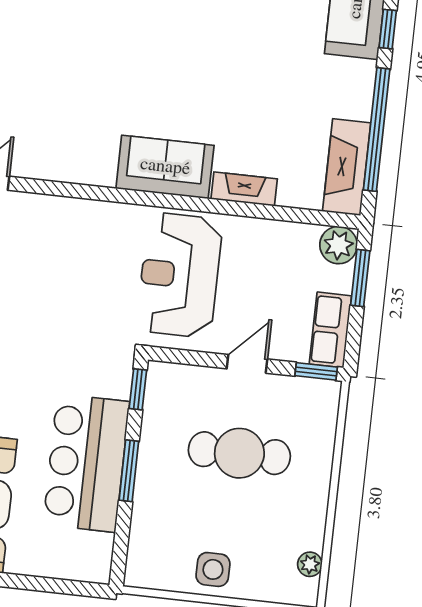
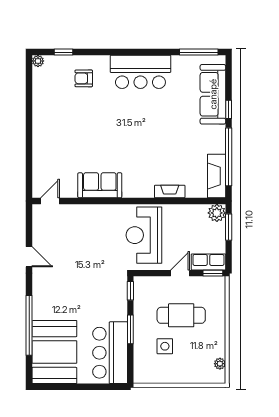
sofa: (165, 167) -> (100, 185), moved
row of seats: (330, 330) -> (208, 262), moved, turned 90
bar counter: (86, 463) -> (110, 353), moved
side table: (213, 569) -> (165, 346), moved

